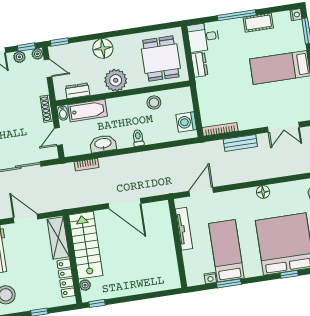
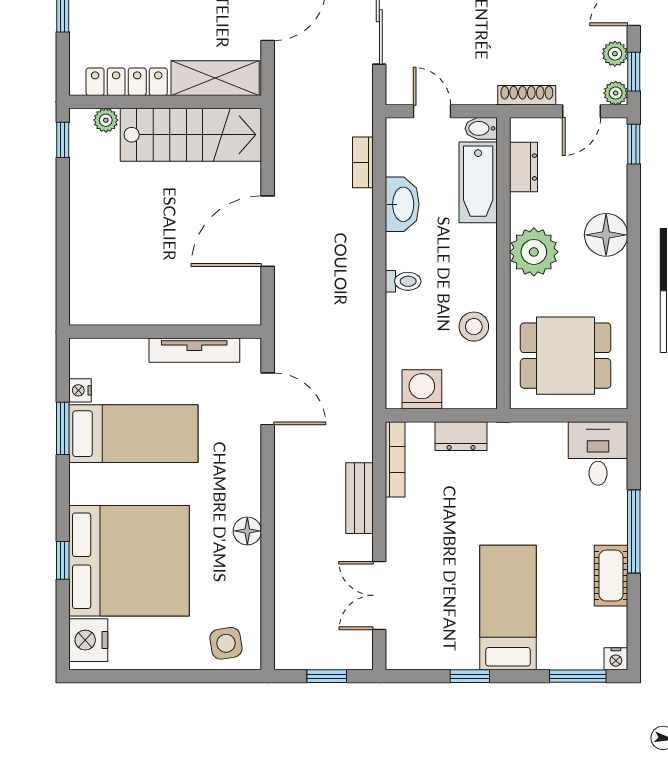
dresser: (199, 65) -> (461, 436), moved
shoe rack: (47, 109) -> (527, 95), moved

